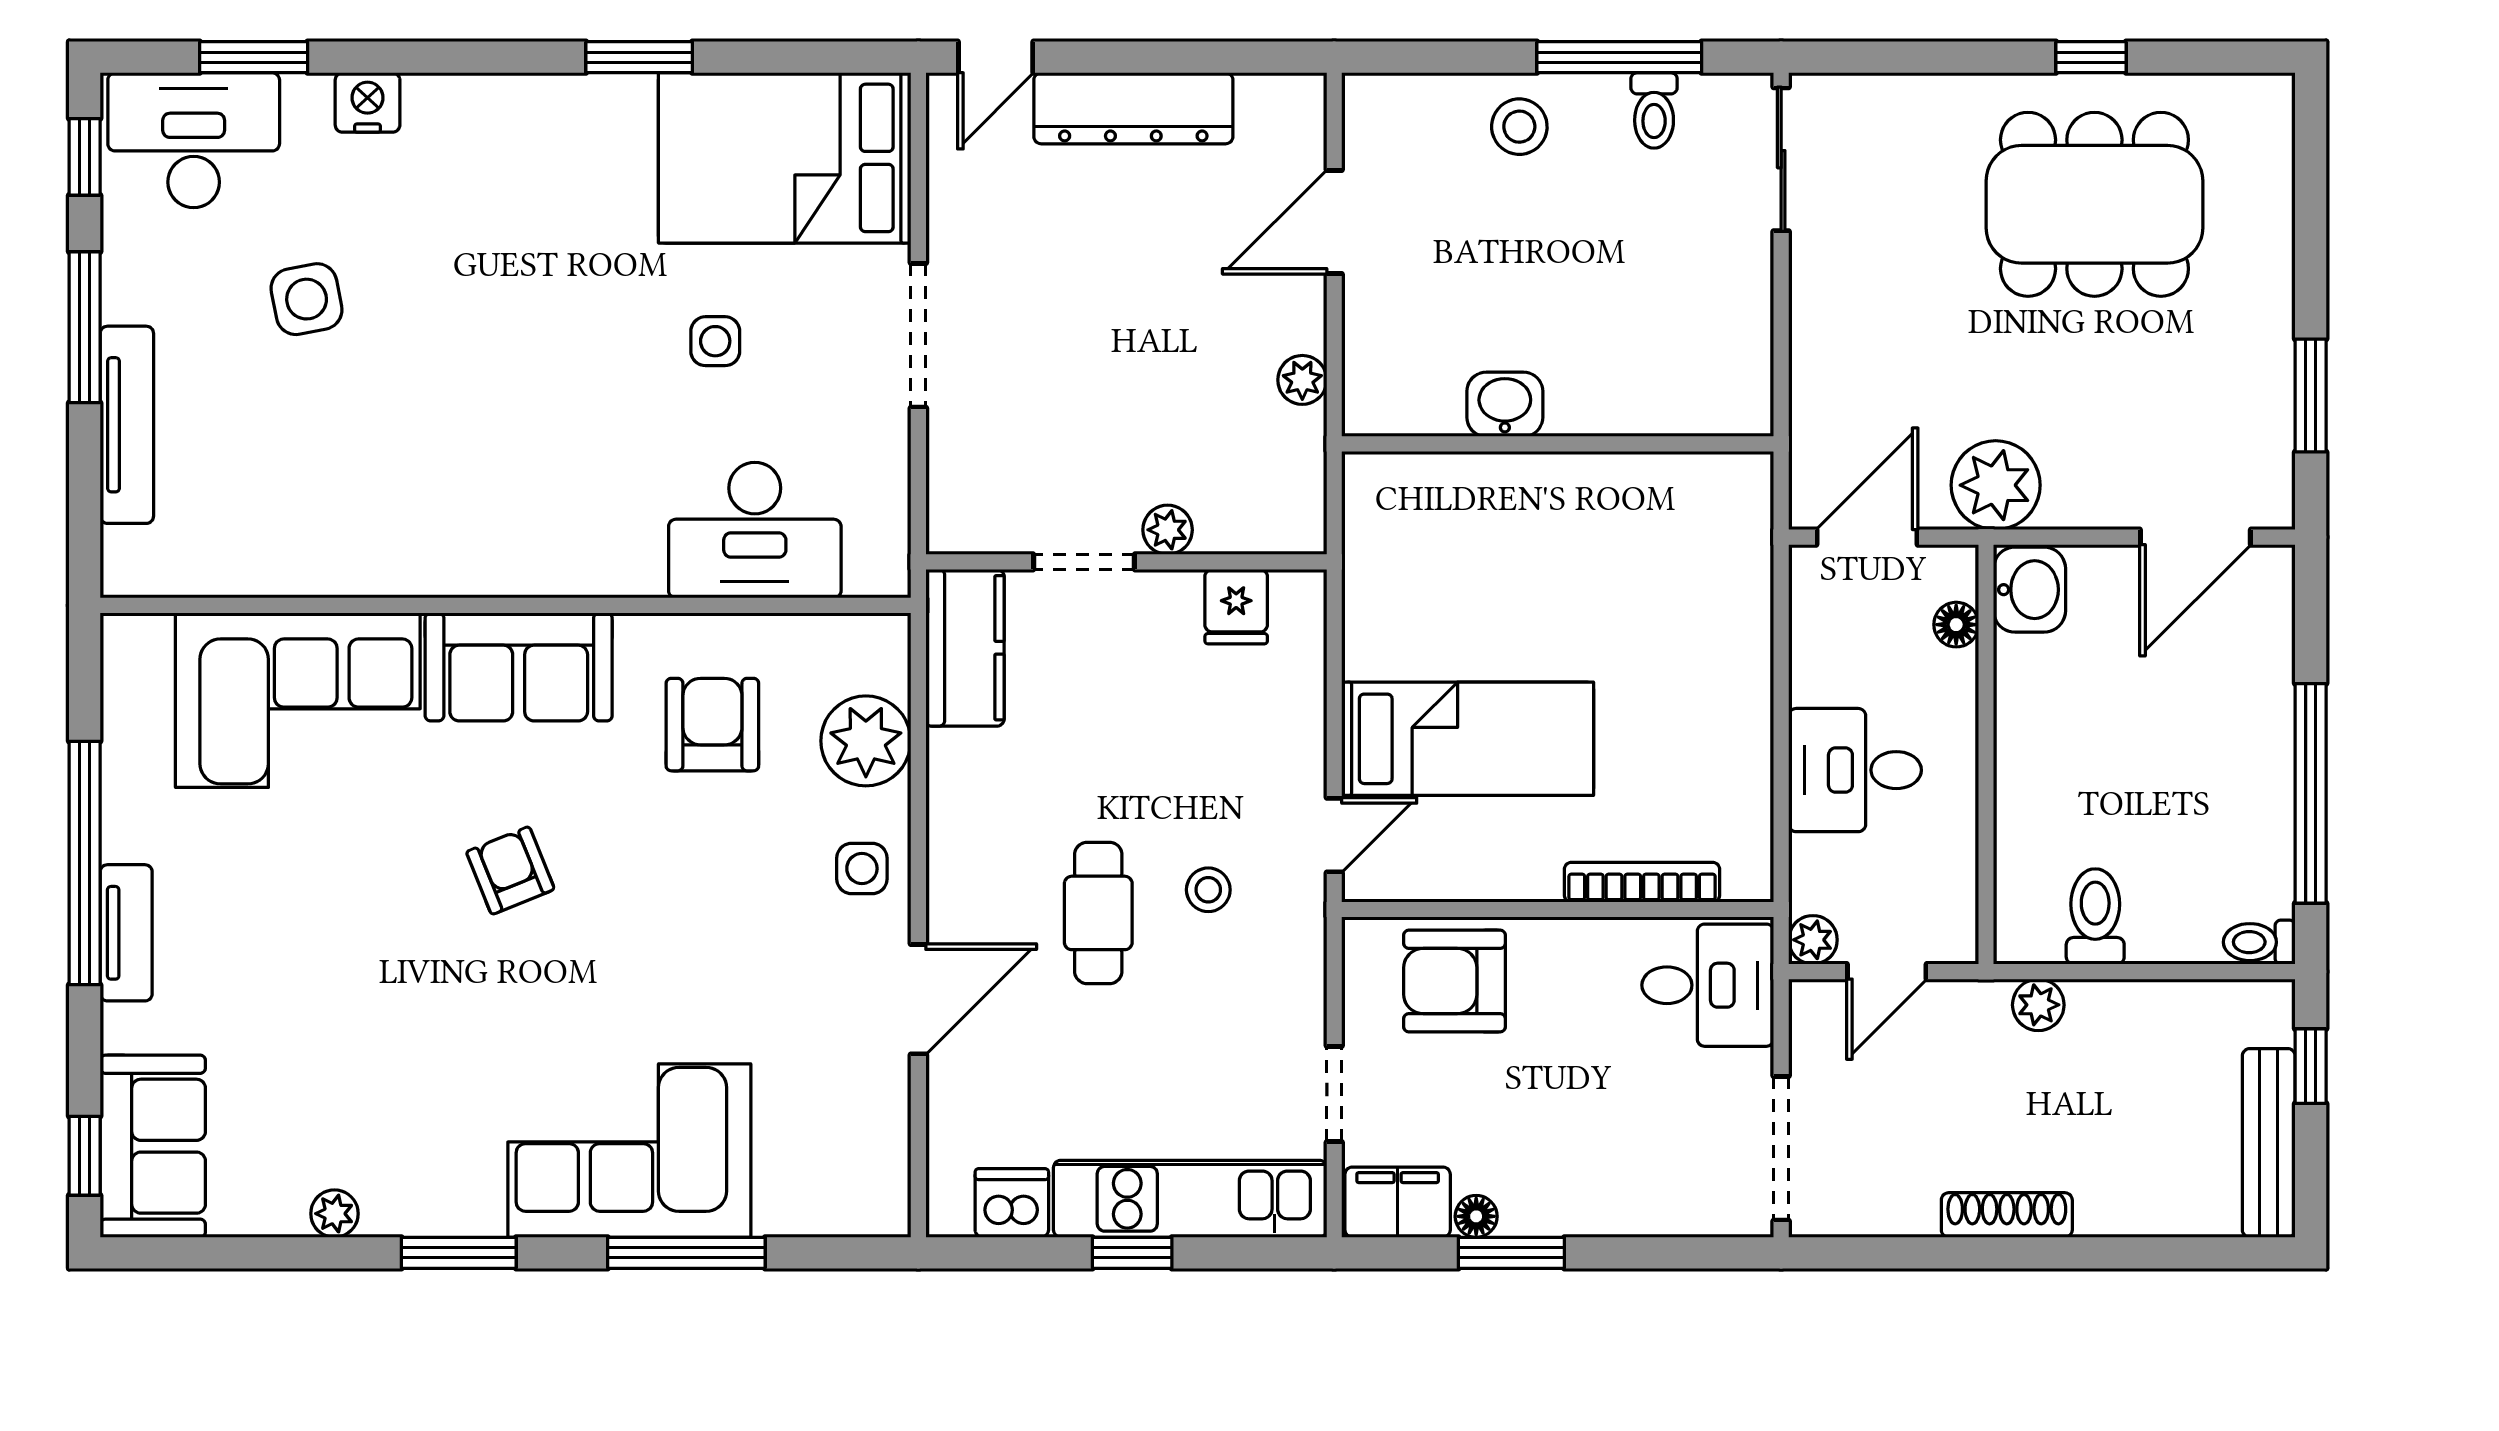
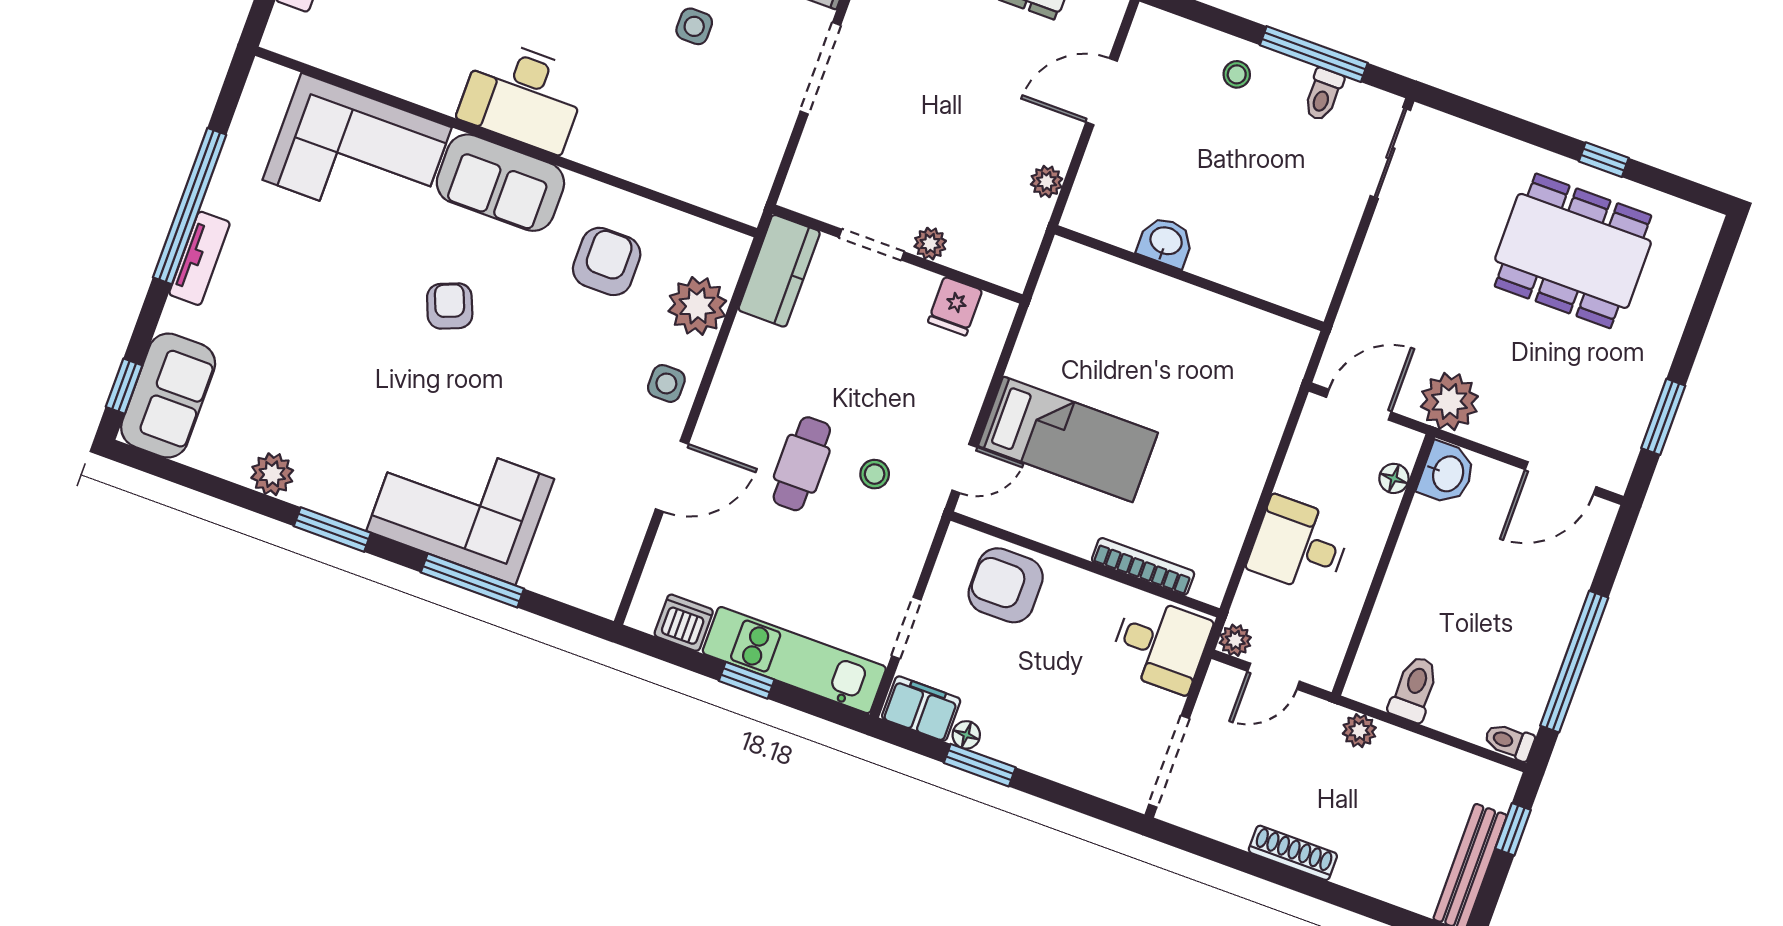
stool: (1519, 127) -> (1237, 74), width x0.73, depth x0.73
desk: (755, 530) -> (523, 96), moved
plant: (334, 1214) -> (272, 474), width x1.38, depth x1.38

